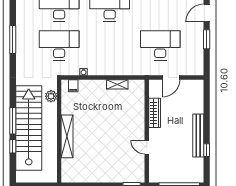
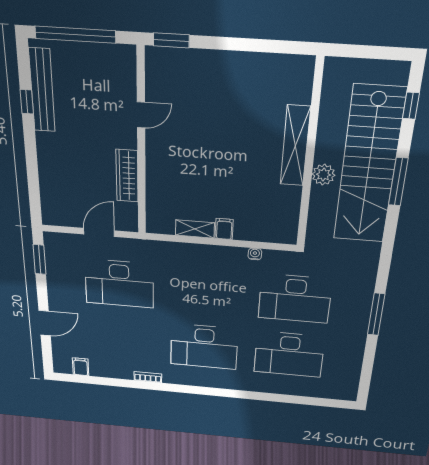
window: (207, 39) -> (40, 259), moved
filing cabinet: (73, 86) -> (224, 229), moved
plant: (51, 96) -> (323, 175), moved
bench: (198, 135) -> (42, 90), moved
window: (13, 146) -> (411, 106), moved
door: (147, 147) -> (141, 115), hinge flipped

